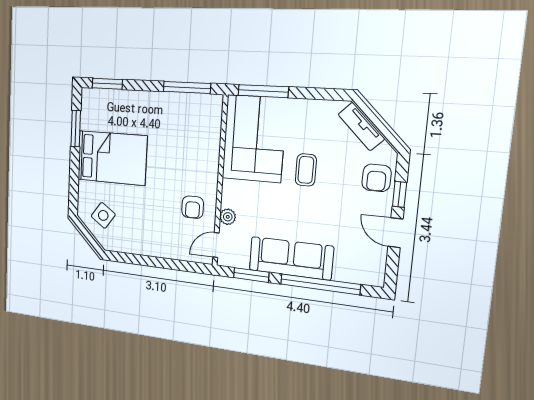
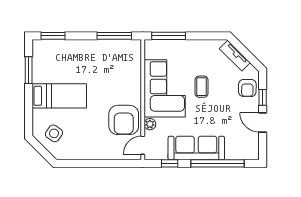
corner sofa: (254, 139) -> (165, 88), moved
bed: (112, 158) -> (59, 96), width x0.67
armchair: (193, 207) -> (124, 120), width x1.88, depth x1.88
window: (251, 275) -> (170, 163), width x0.67

